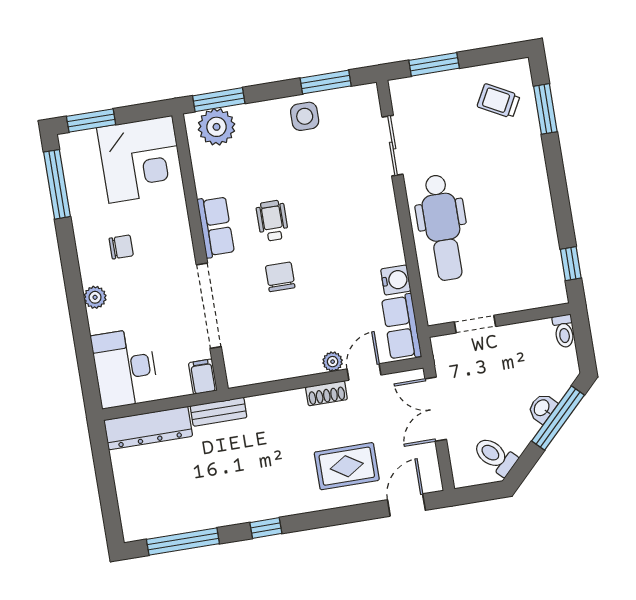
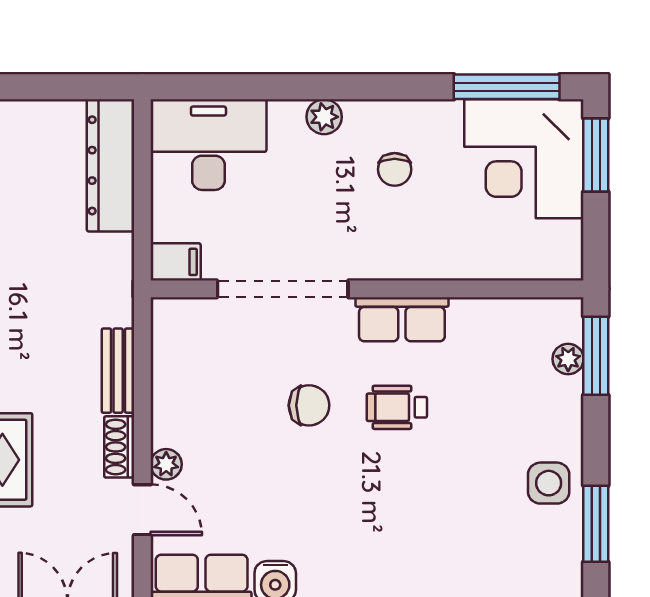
plant: (217, 127) -> (568, 359), width x0.53, depth x0.53
corner desk: (141, 159) -> (524, 159), moved
wheelchair: (272, 221) -> (397, 407), turned 180
bench: (219, 412) -> (118, 371), moved

